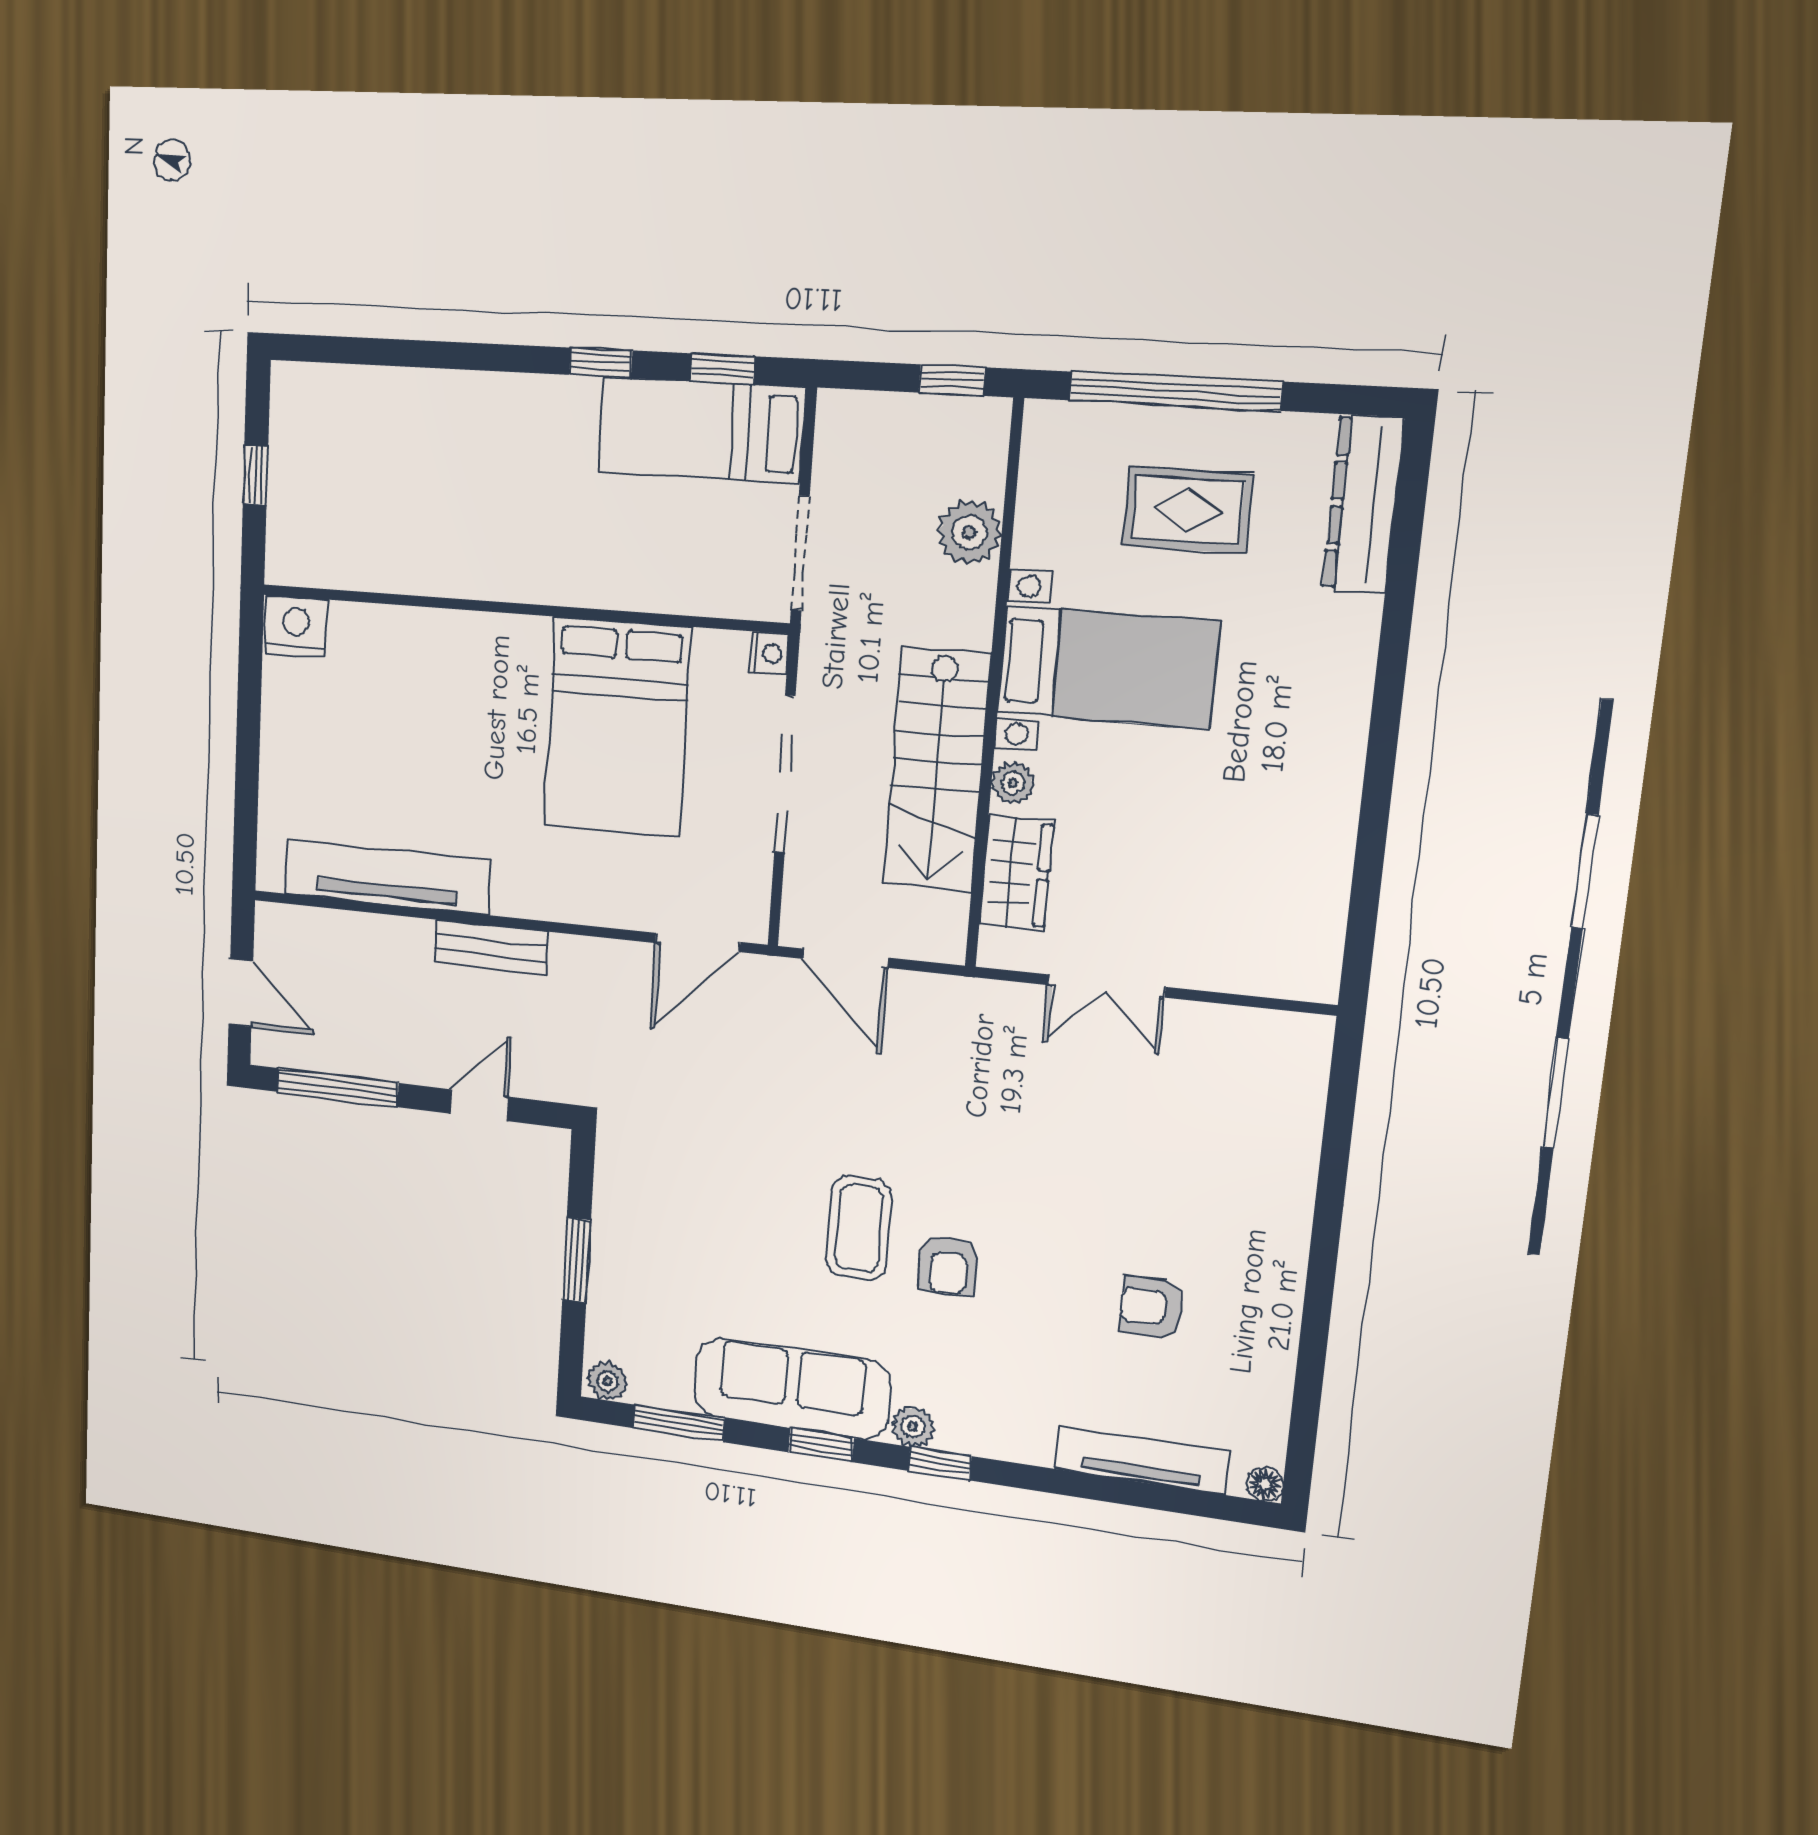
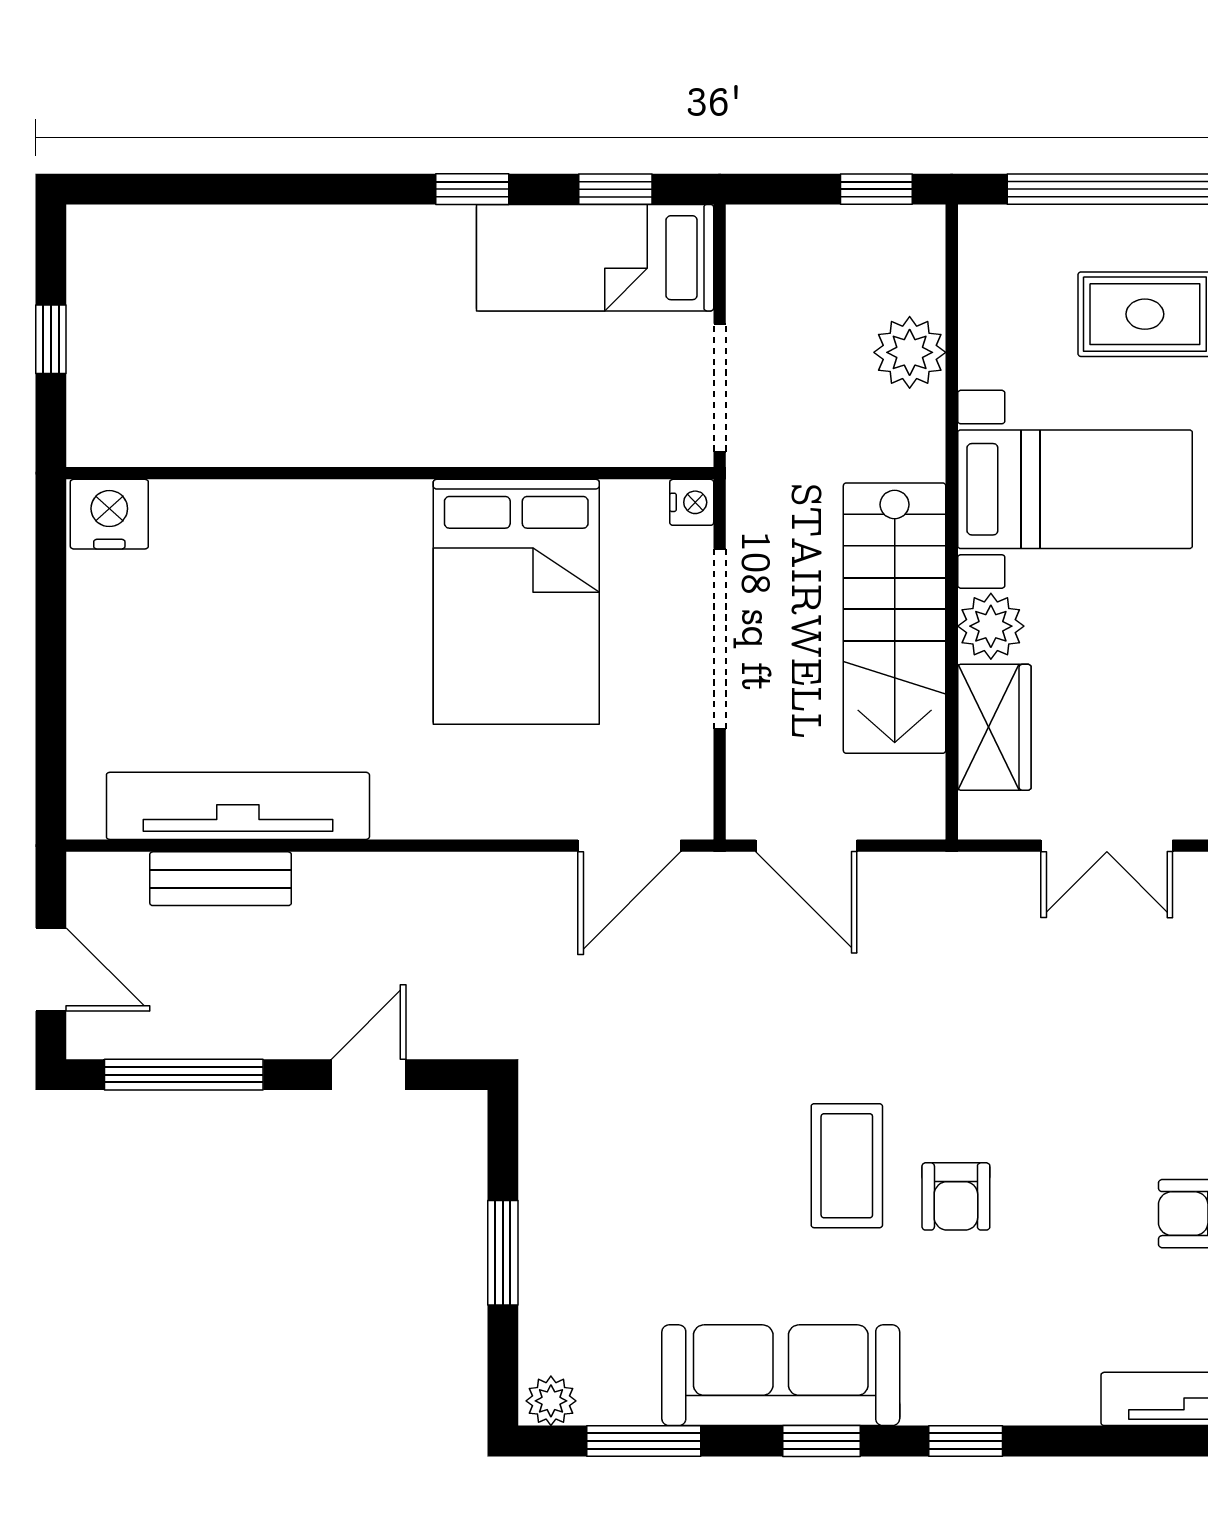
plant: (1013, 783) -> (991, 626), width x1.38, depth x1.38
bench: (491, 948) -> (221, 879), moved
plant: (913, 1427) -> (930, 1400), removed

